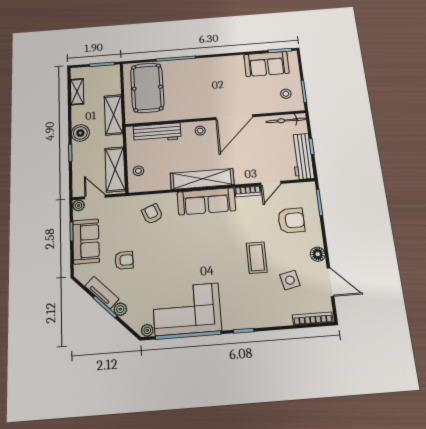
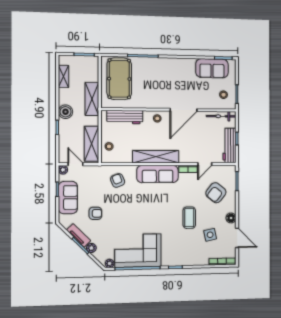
armchair: (291, 220) -> (216, 193), turned 129

